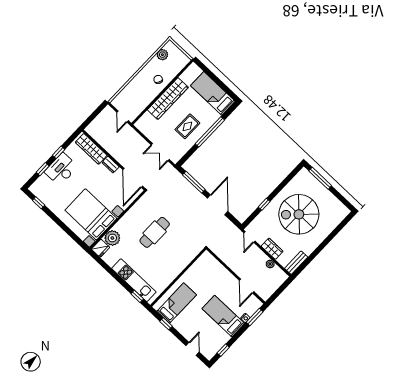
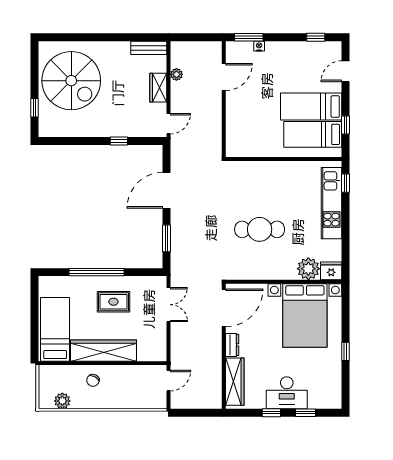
bed: (213, 93) -> (55, 329), moved, turned 180
window: (320, 178) -> (34, 108), width x0.46
window: (194, 182) -> (166, 238), width x0.69
window: (39, 203) -> (345, 351), moved
spiral stairs: (299, 214) -> (71, 81), moved
bed: (223, 316) -> (311, 106), moved, turned 90

